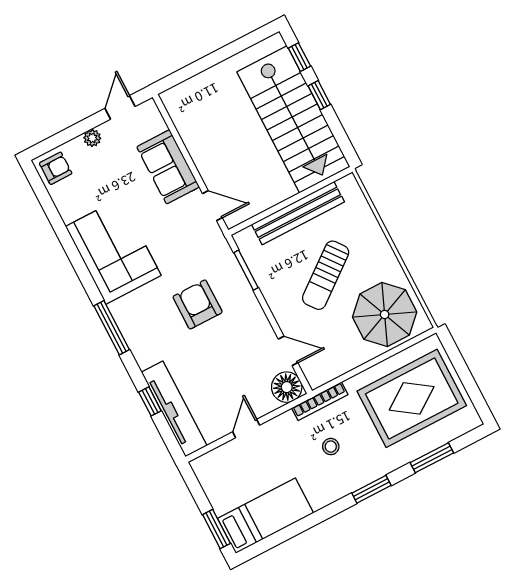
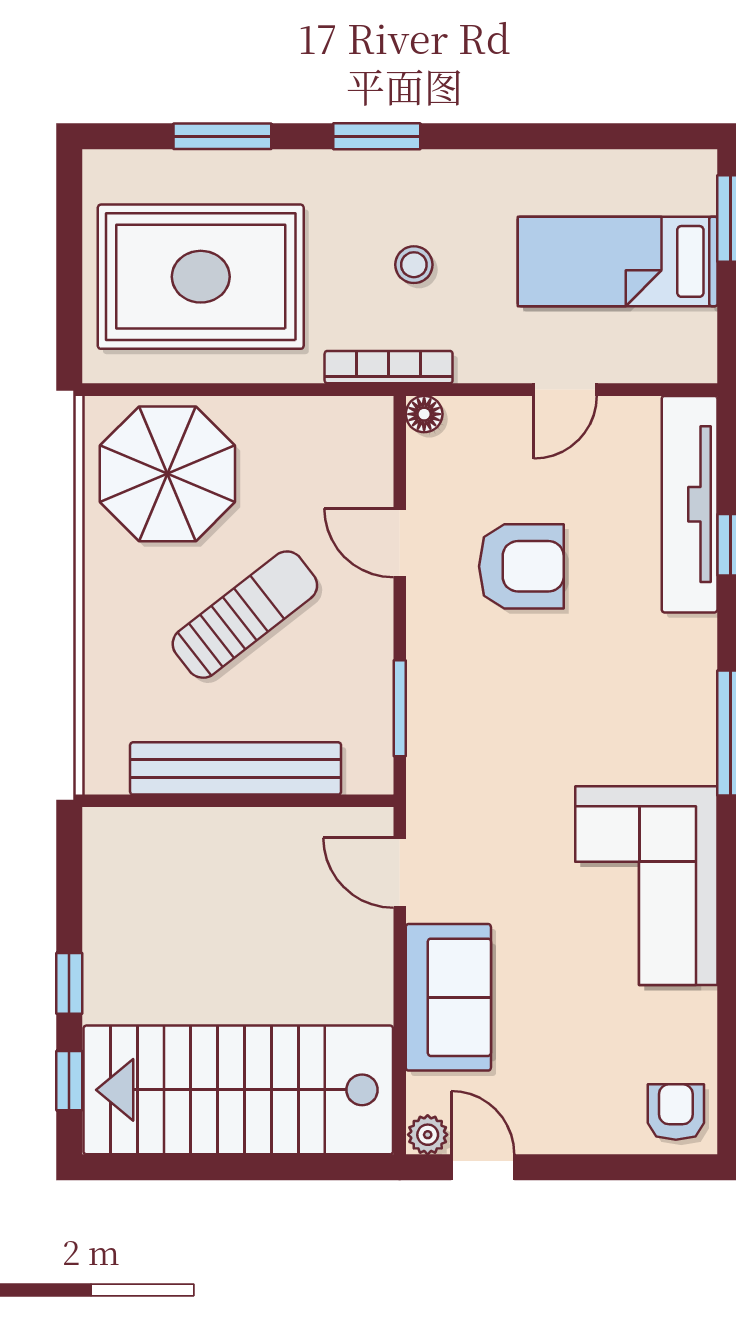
door: (120, 107) -> (483, 1167), swing flipped
stairs: (293, 119) -> (238, 1090), moved, turned -90
plant: (92, 138) -> (428, 1135), moved
armchair: (56, 168) -> (676, 1112), turned 90
armchair: (198, 304) -> (521, 566), moved, turned -90
door: (288, 351) -> (400, 543), moved
floor lamp: (287, 387) -> (424, 414), width x0.53, depth x0.53
bed: (265, 516) -> (618, 261), moved

